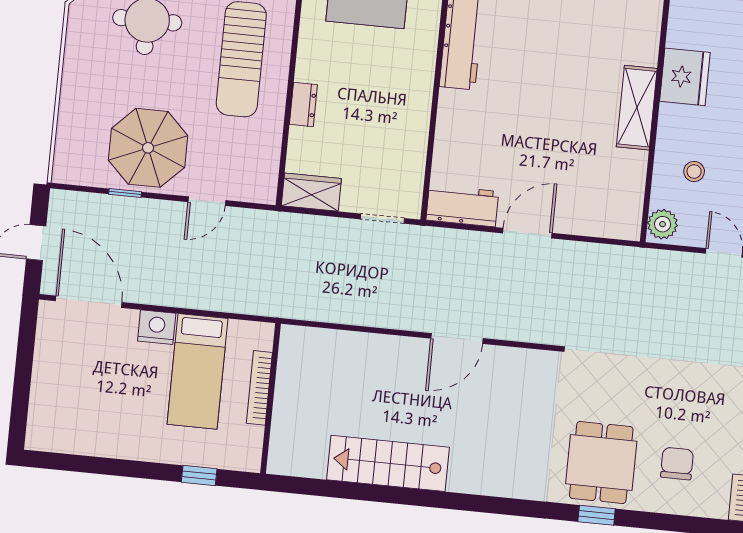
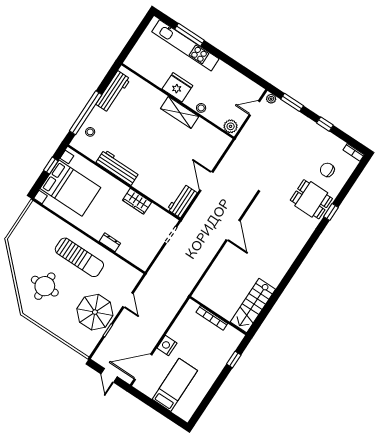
stool: (694, 171) -> (201, 108), moved
wardrobe: (311, 192) -> (137, 201), moved, turned -90
bed: (197, 371) -> (175, 385), moved, turned -90
stairs: (388, 463) -> (253, 306), moved

